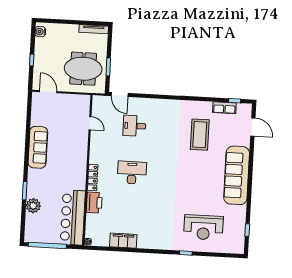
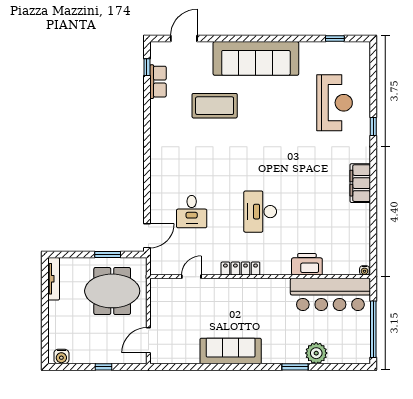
meeting table: (83, 69) -> (112, 291), turned 90
coffee table: (200, 135) -> (215, 106), moved
locker: (93, 178) -> (240, 269), moved
filing cabinet: (123, 241) -> (360, 183), moved

